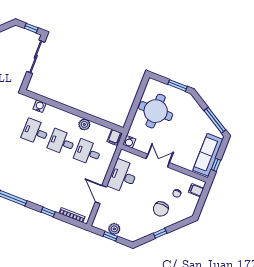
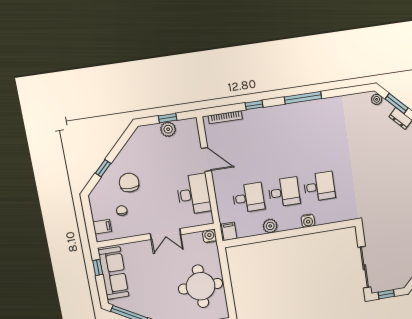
water cooler: (39, 106) -> (308, 221), moved
window: (160, 233) -> (103, 168), moved

